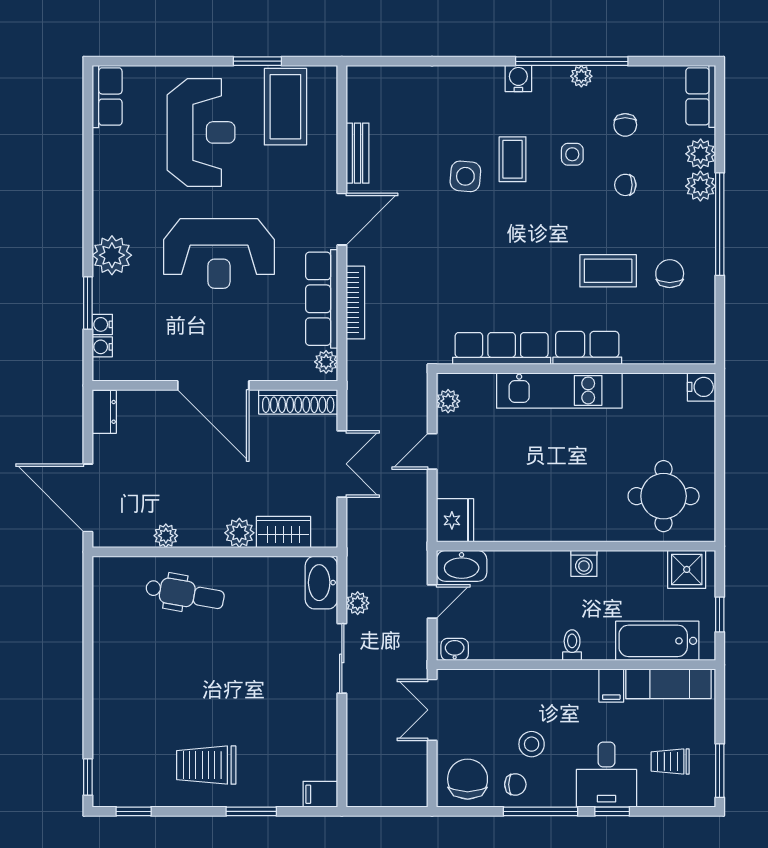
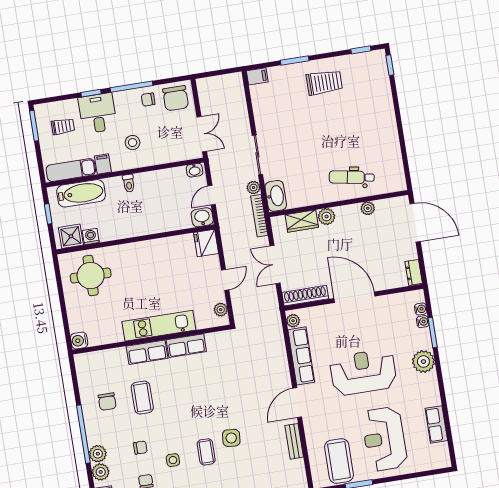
row of seats: (107, 97) -> (436, 424), moved
coffee table: (608, 271) -> (142, 398), turned 90
bookcase: (355, 303) -> (259, 216), moved
row of seats: (502, 348) -> (186, 346), width x0.68
washing machine: (584, 563) -> (91, 237), moved
washbasin: (462, 566) -> (202, 217), width x0.72
stool: (532, 744) -> (133, 143), moved

